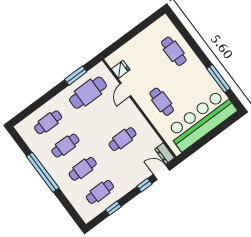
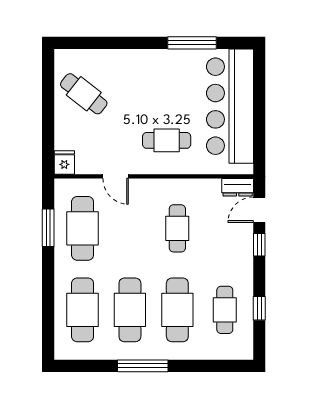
cafe table: (174, 51) -> (84, 94), moved, turned 38
fridge: (121, 69) -> (64, 163), moved
cafe table: (48, 122) -> (83, 310), width x1.37, depth x1.35
cafe table: (65, 146) -> (130, 310), width x1.37, depth x1.35
cafe table: (83, 169) -> (177, 310), width x1.37, depth x1.35
window: (43, 172) -> (143, 366), width x0.68

